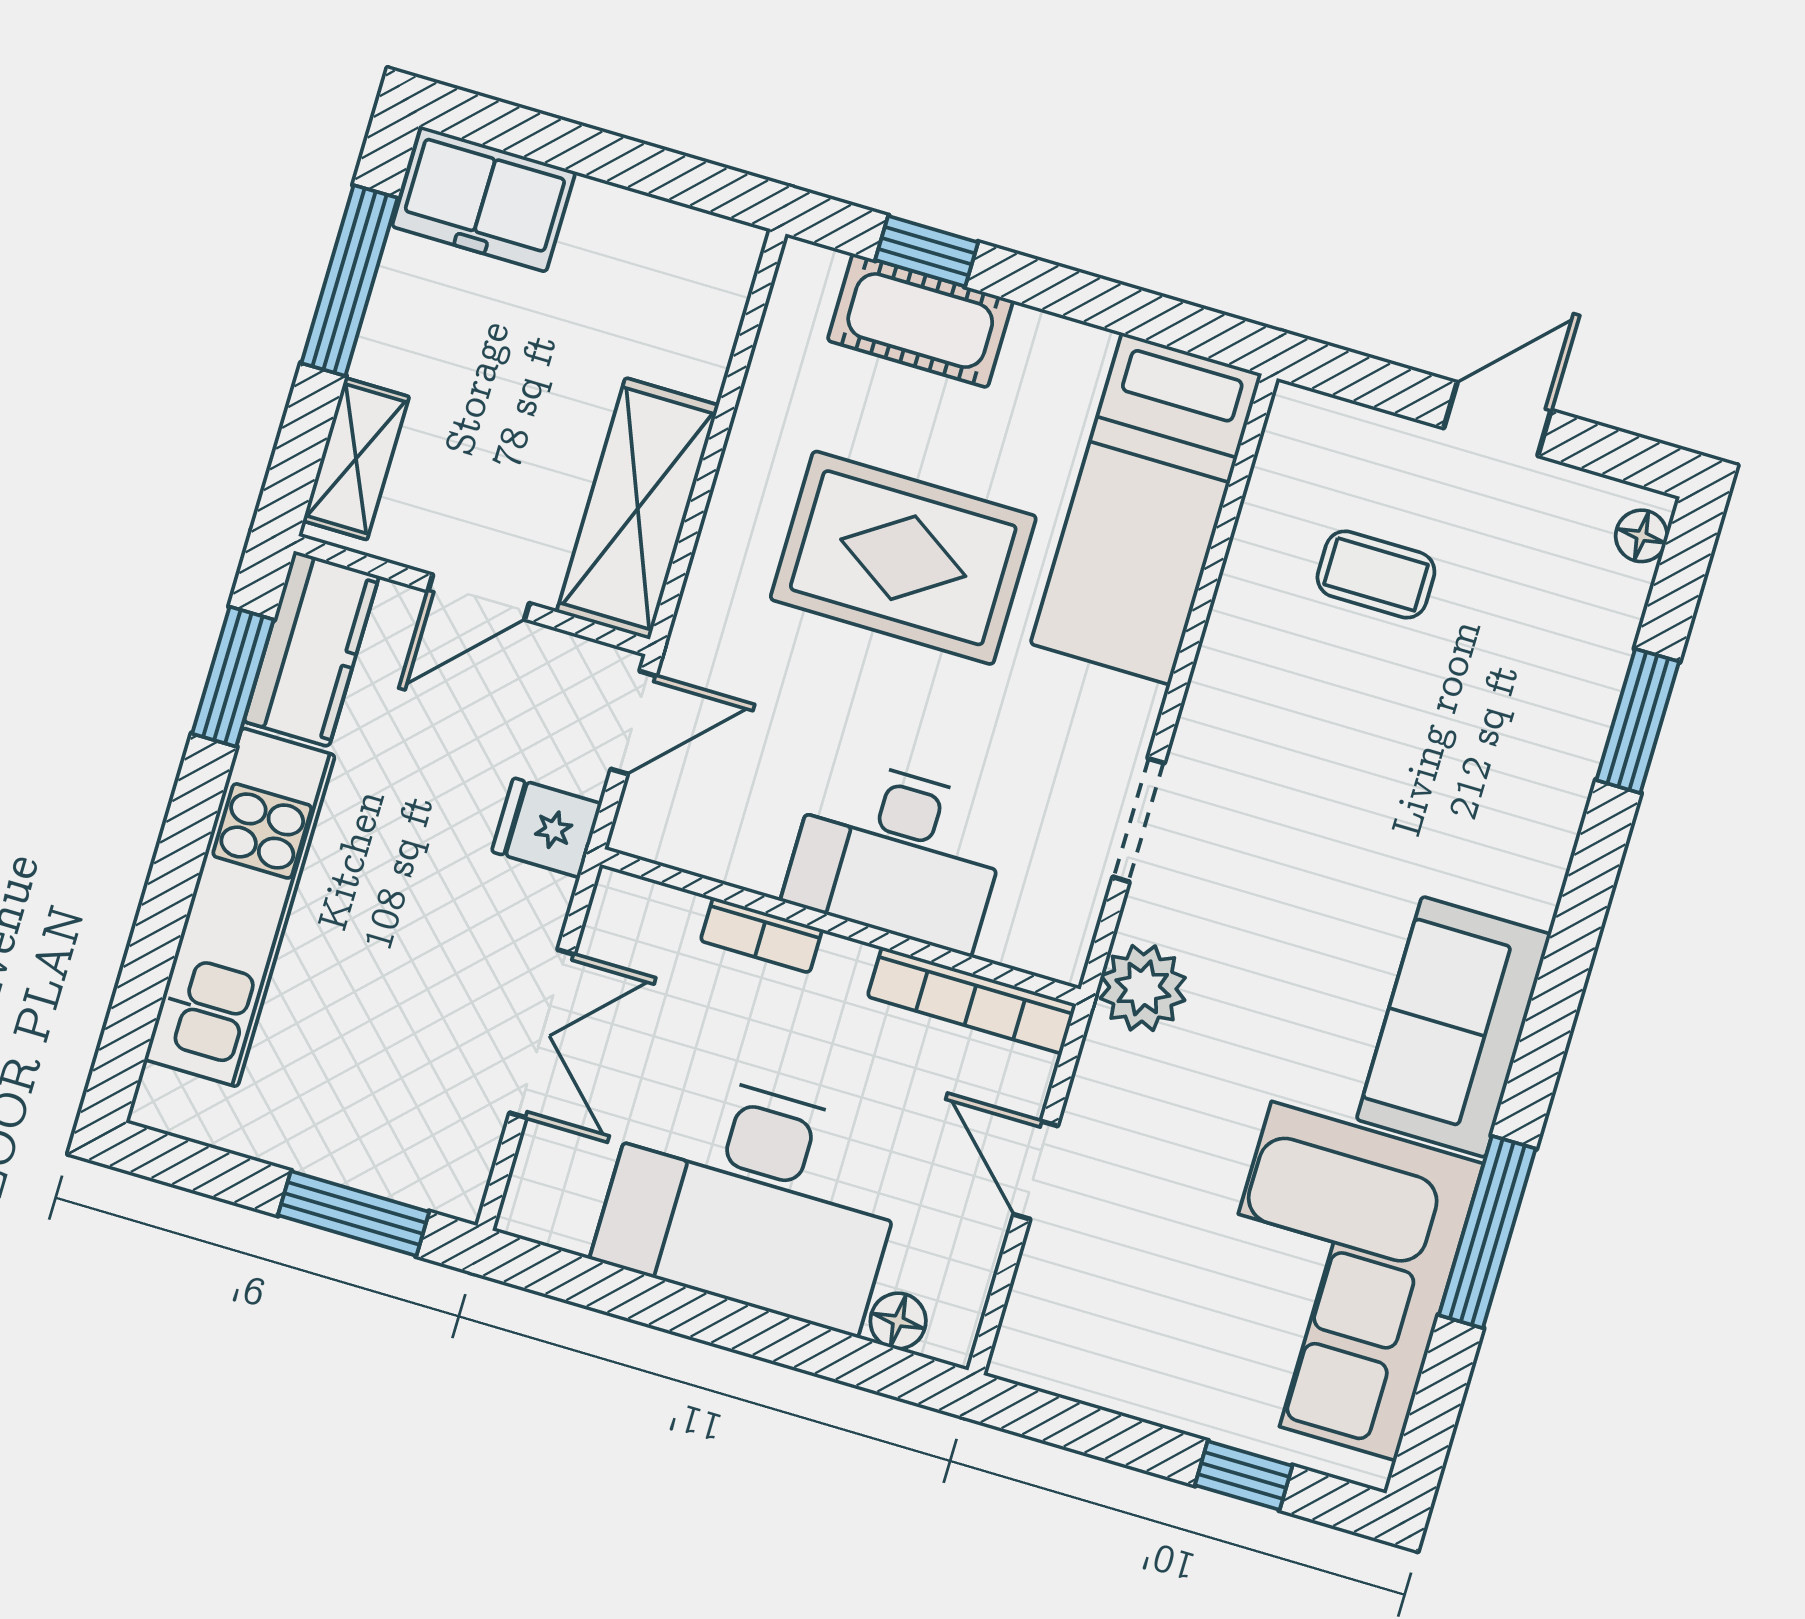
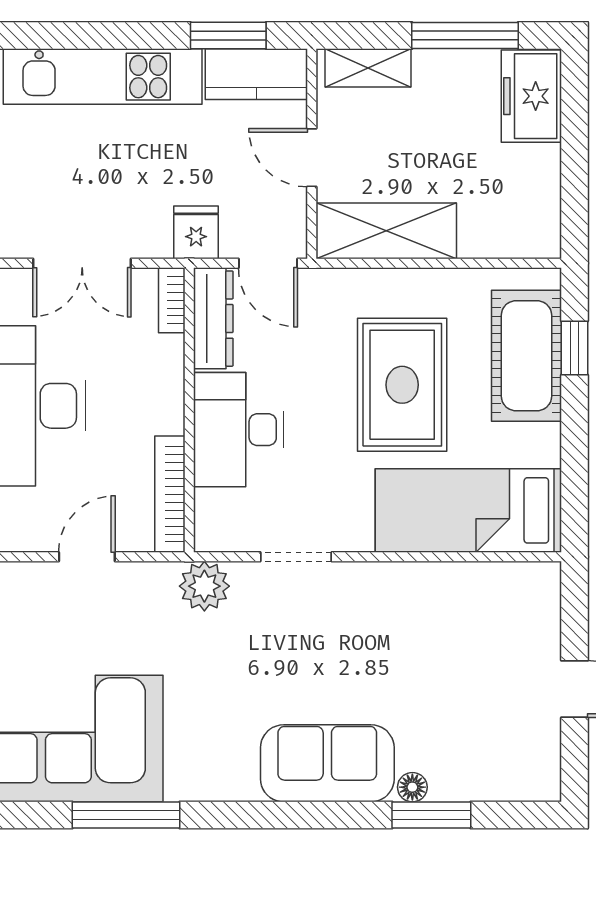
cot: (920, 321) -> (526, 356), width x1.37, depth x1.34
floor lamp: (1641, 536) -> (412, 787), moved
coffee table: (1376, 574) -> (469, 647), removed
dresser: (699, 841) -> (213, 319), added
bookcase: (761, 935) -> (172, 300), moved
sofa: (1454, 1027) -> (327, 763), moved

